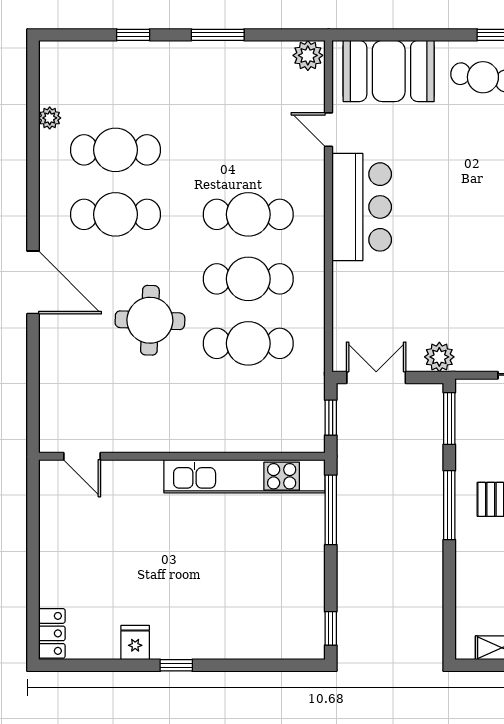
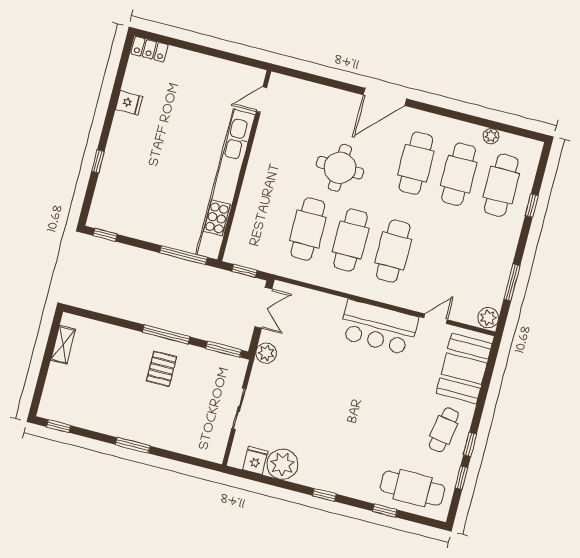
window: (218, 35) -> (512, 282), moved
cafe table: (115, 85) -> (501, 185), added
kitchen unit: (245, 476) -> (226, 184), width x1.36
window: (176, 665) -> (98, 161), moved

